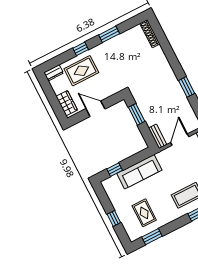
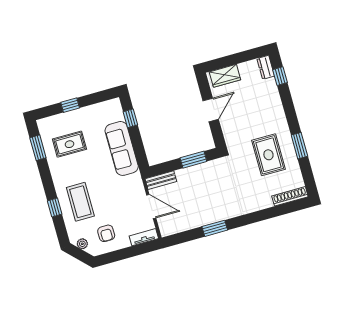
window: (81, 49) -> (280, 76), moved
rug: (81, 71) -> (268, 155), moved

